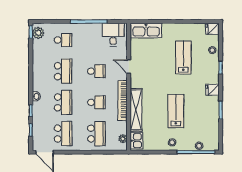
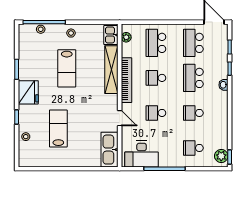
fridge: (212, 29) -> (26, 161), removed
kitchen sink: (146, 30) -> (110, 150), moved, turned -90
desk: (113, 35) -> (142, 154), width x1.37
lab bench: (183, 57) -> (58, 128), turned 180
school desk: (63, 71) -> (193, 113), width x0.54
fridge: (212, 90) -> (28, 92), width x1.88, depth x1.34

